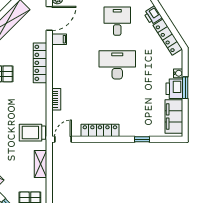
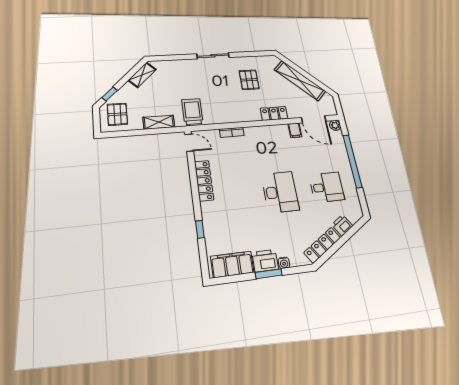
locker: (40, 63) -> (274, 113), width x0.66

